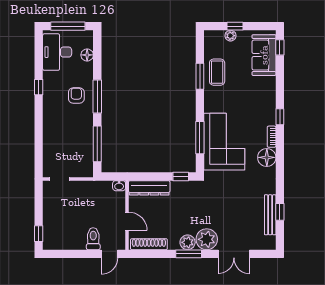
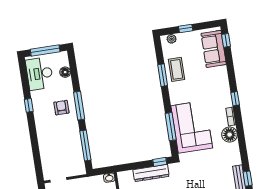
plant: (230, 36) -> (172, 39), moved
dresser: (149, 188) -> (151, 173), moved

